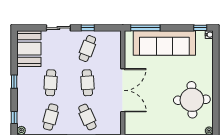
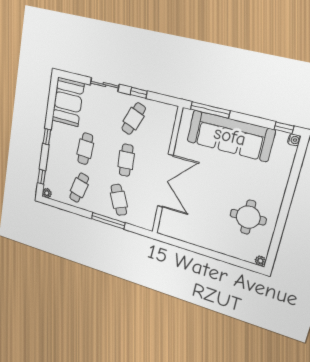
round table: (192, 100) -> (248, 217), width x0.73, depth x0.73

